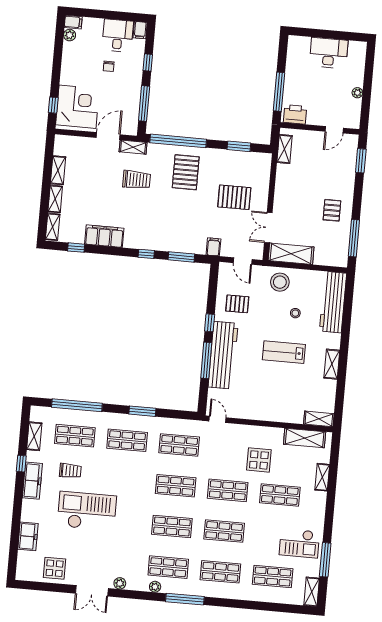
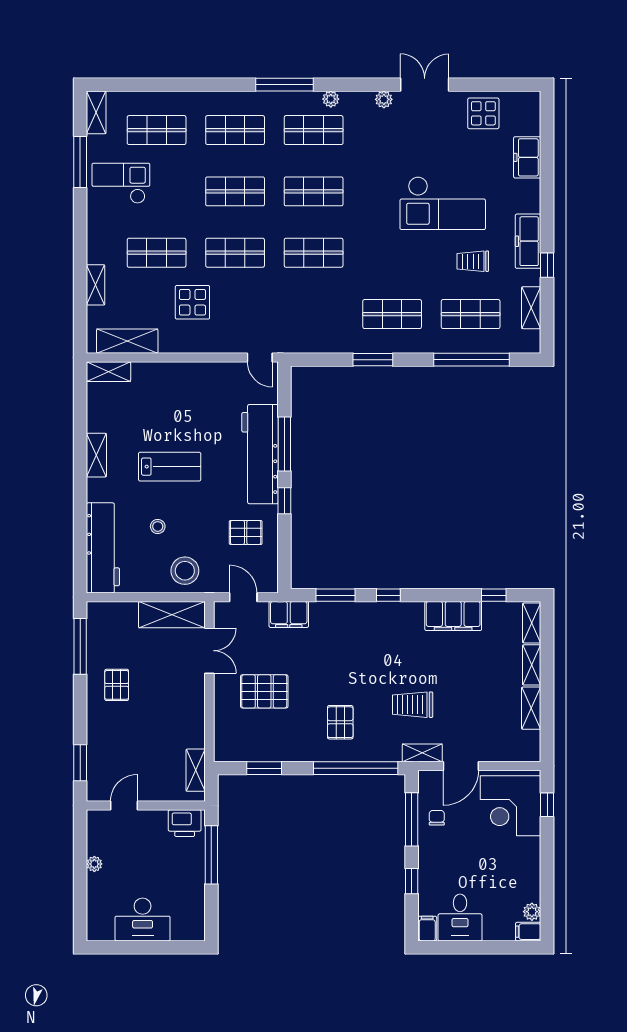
chair: (109, 66) -> (437, 818), moved
pallet: (186, 172) -> (340, 722), width x0.67, depth x0.71
filing cabinet: (213, 247) -> (289, 614), width x2.00
shop shelf: (179, 445) -> (314, 314), removed

